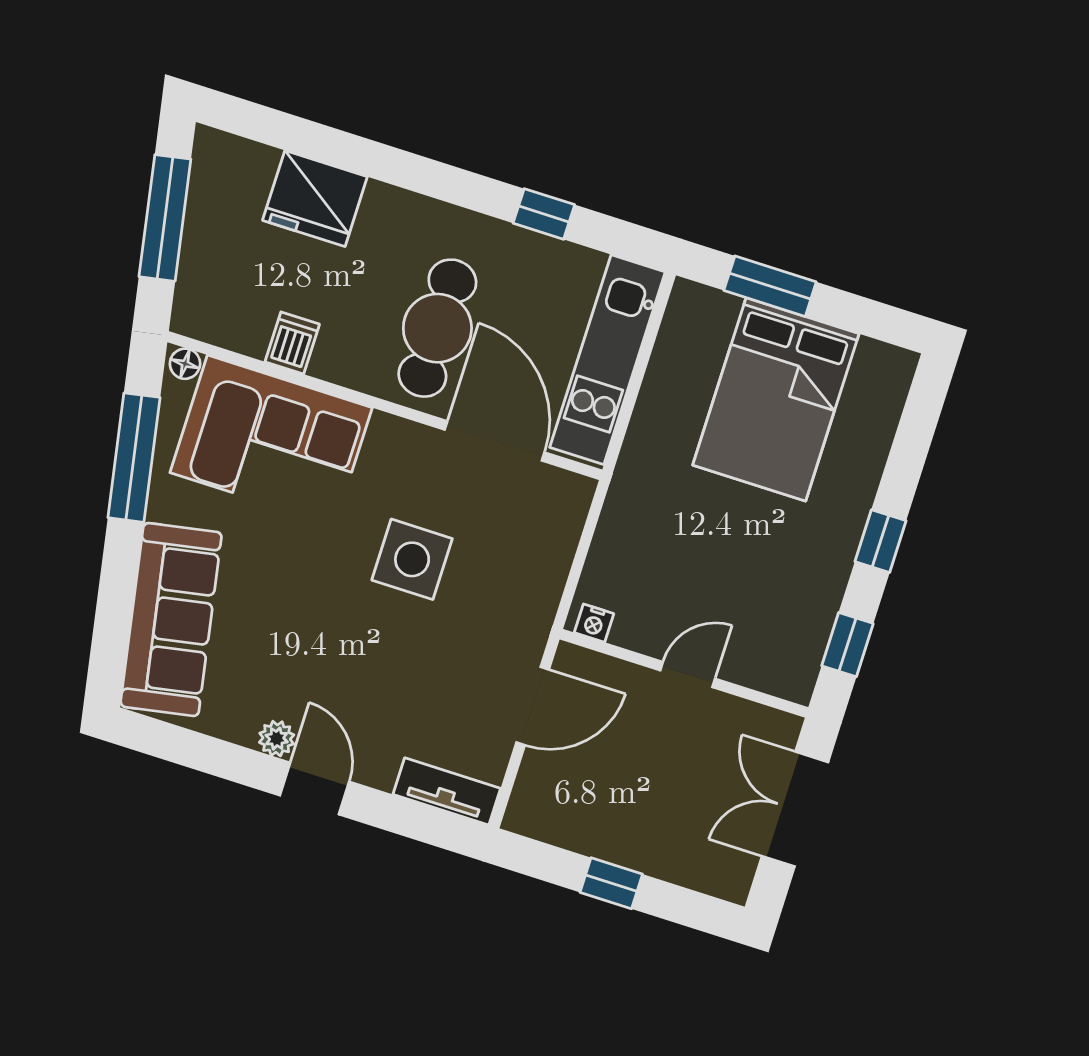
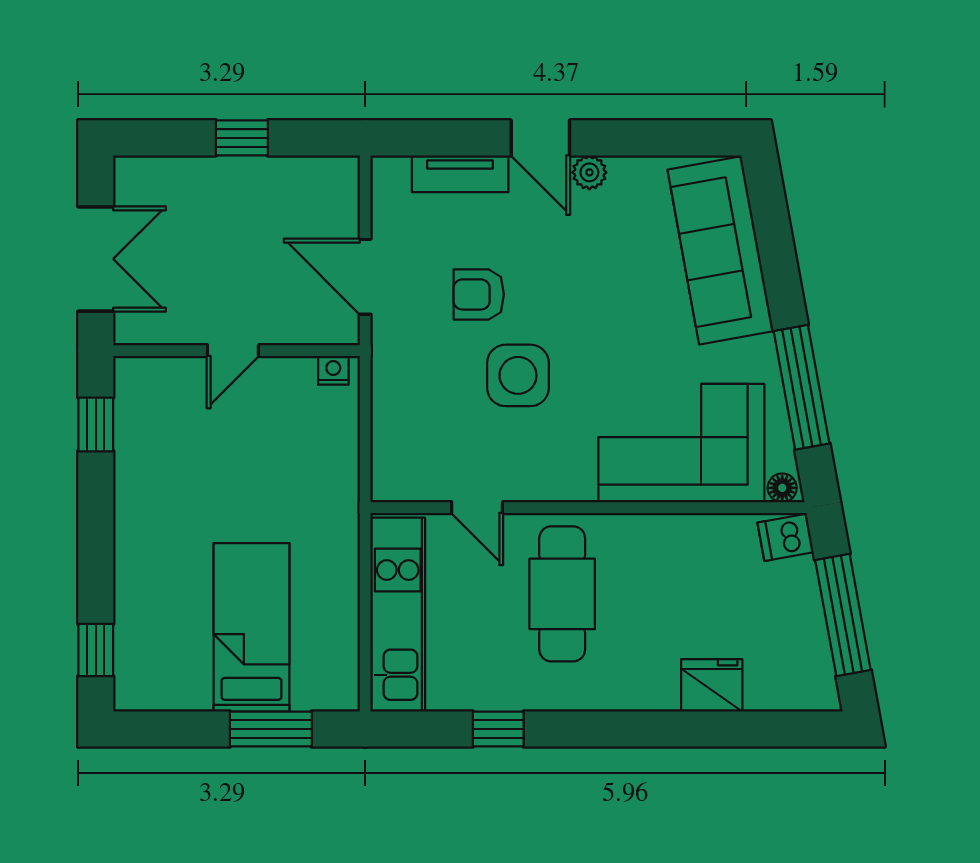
fridge: (315, 199) -> (712, 685), width x0.73, depth x0.75
dishwasher: (292, 343) -> (786, 537), moved, turned 80
bed: (776, 399) -> (252, 627), width x0.67
door: (495, 441) -> (477, 508), width x0.53
window: (881, 541) -> (96, 650), moved
armchair: (425, 652) -> (479, 294), added
door: (533, 706) -> (365, 277), hinge flipped
tv unit: (447, 791) -> (460, 174), moved

